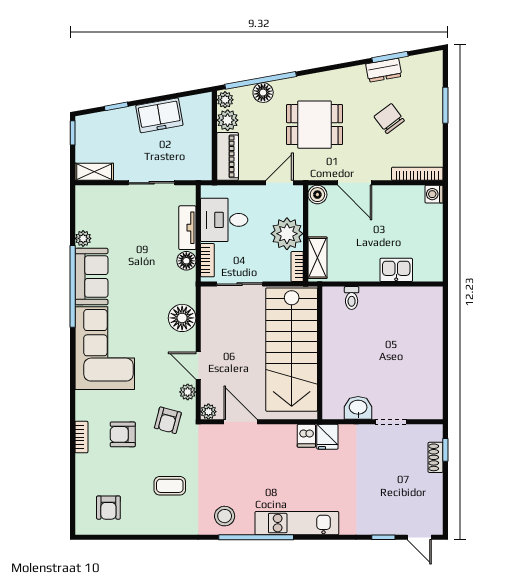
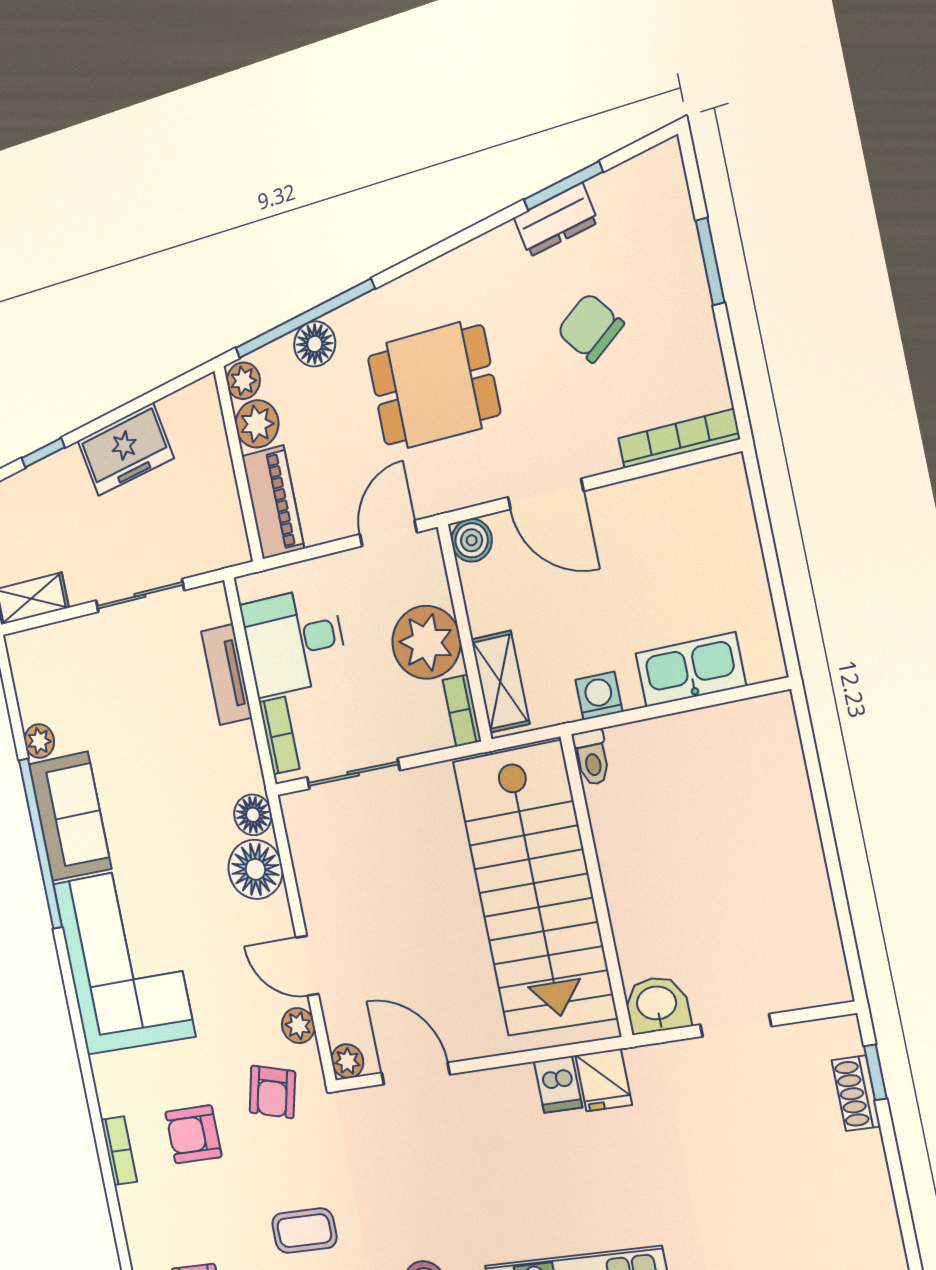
washing machine: (434, 194) -> (599, 696), moved, turned 90
floor lamp: (186, 261) -> (253, 815), moved
kitchen sink: (396, 270) -> (691, 670), width x1.38
stairs: (292, 350) -> (535, 889), moved
wall: (320, 353) -> (597, 886), moved

